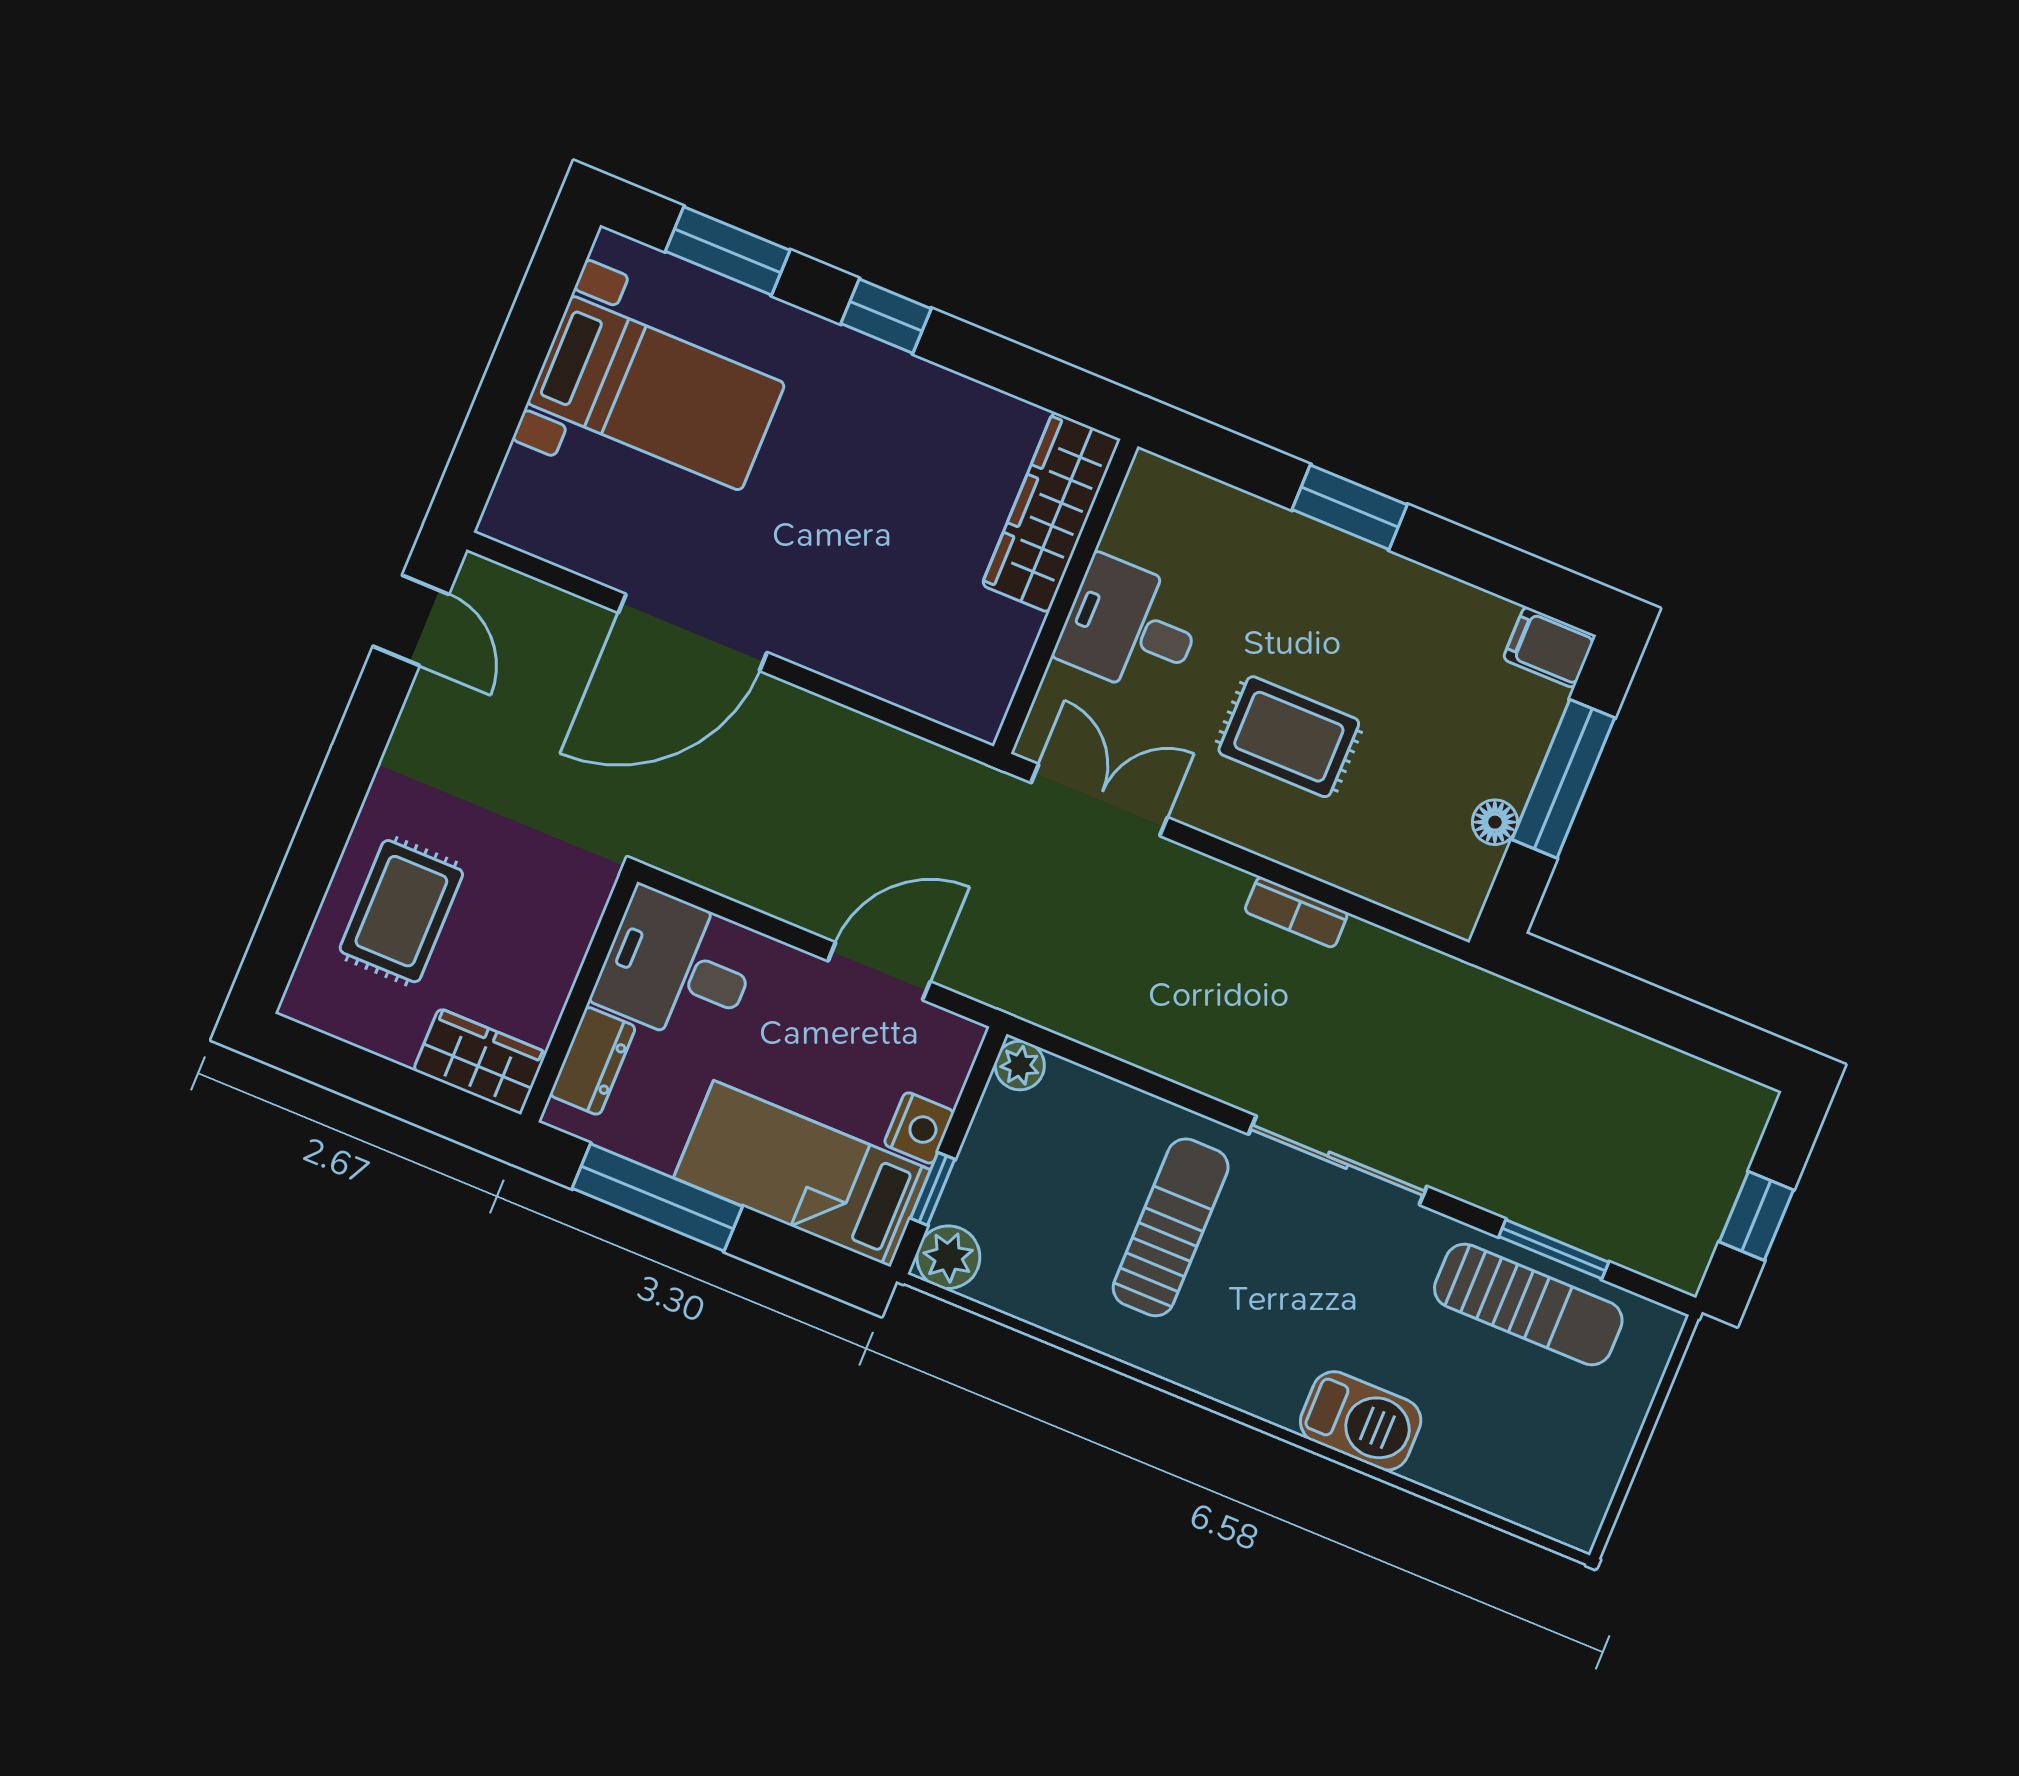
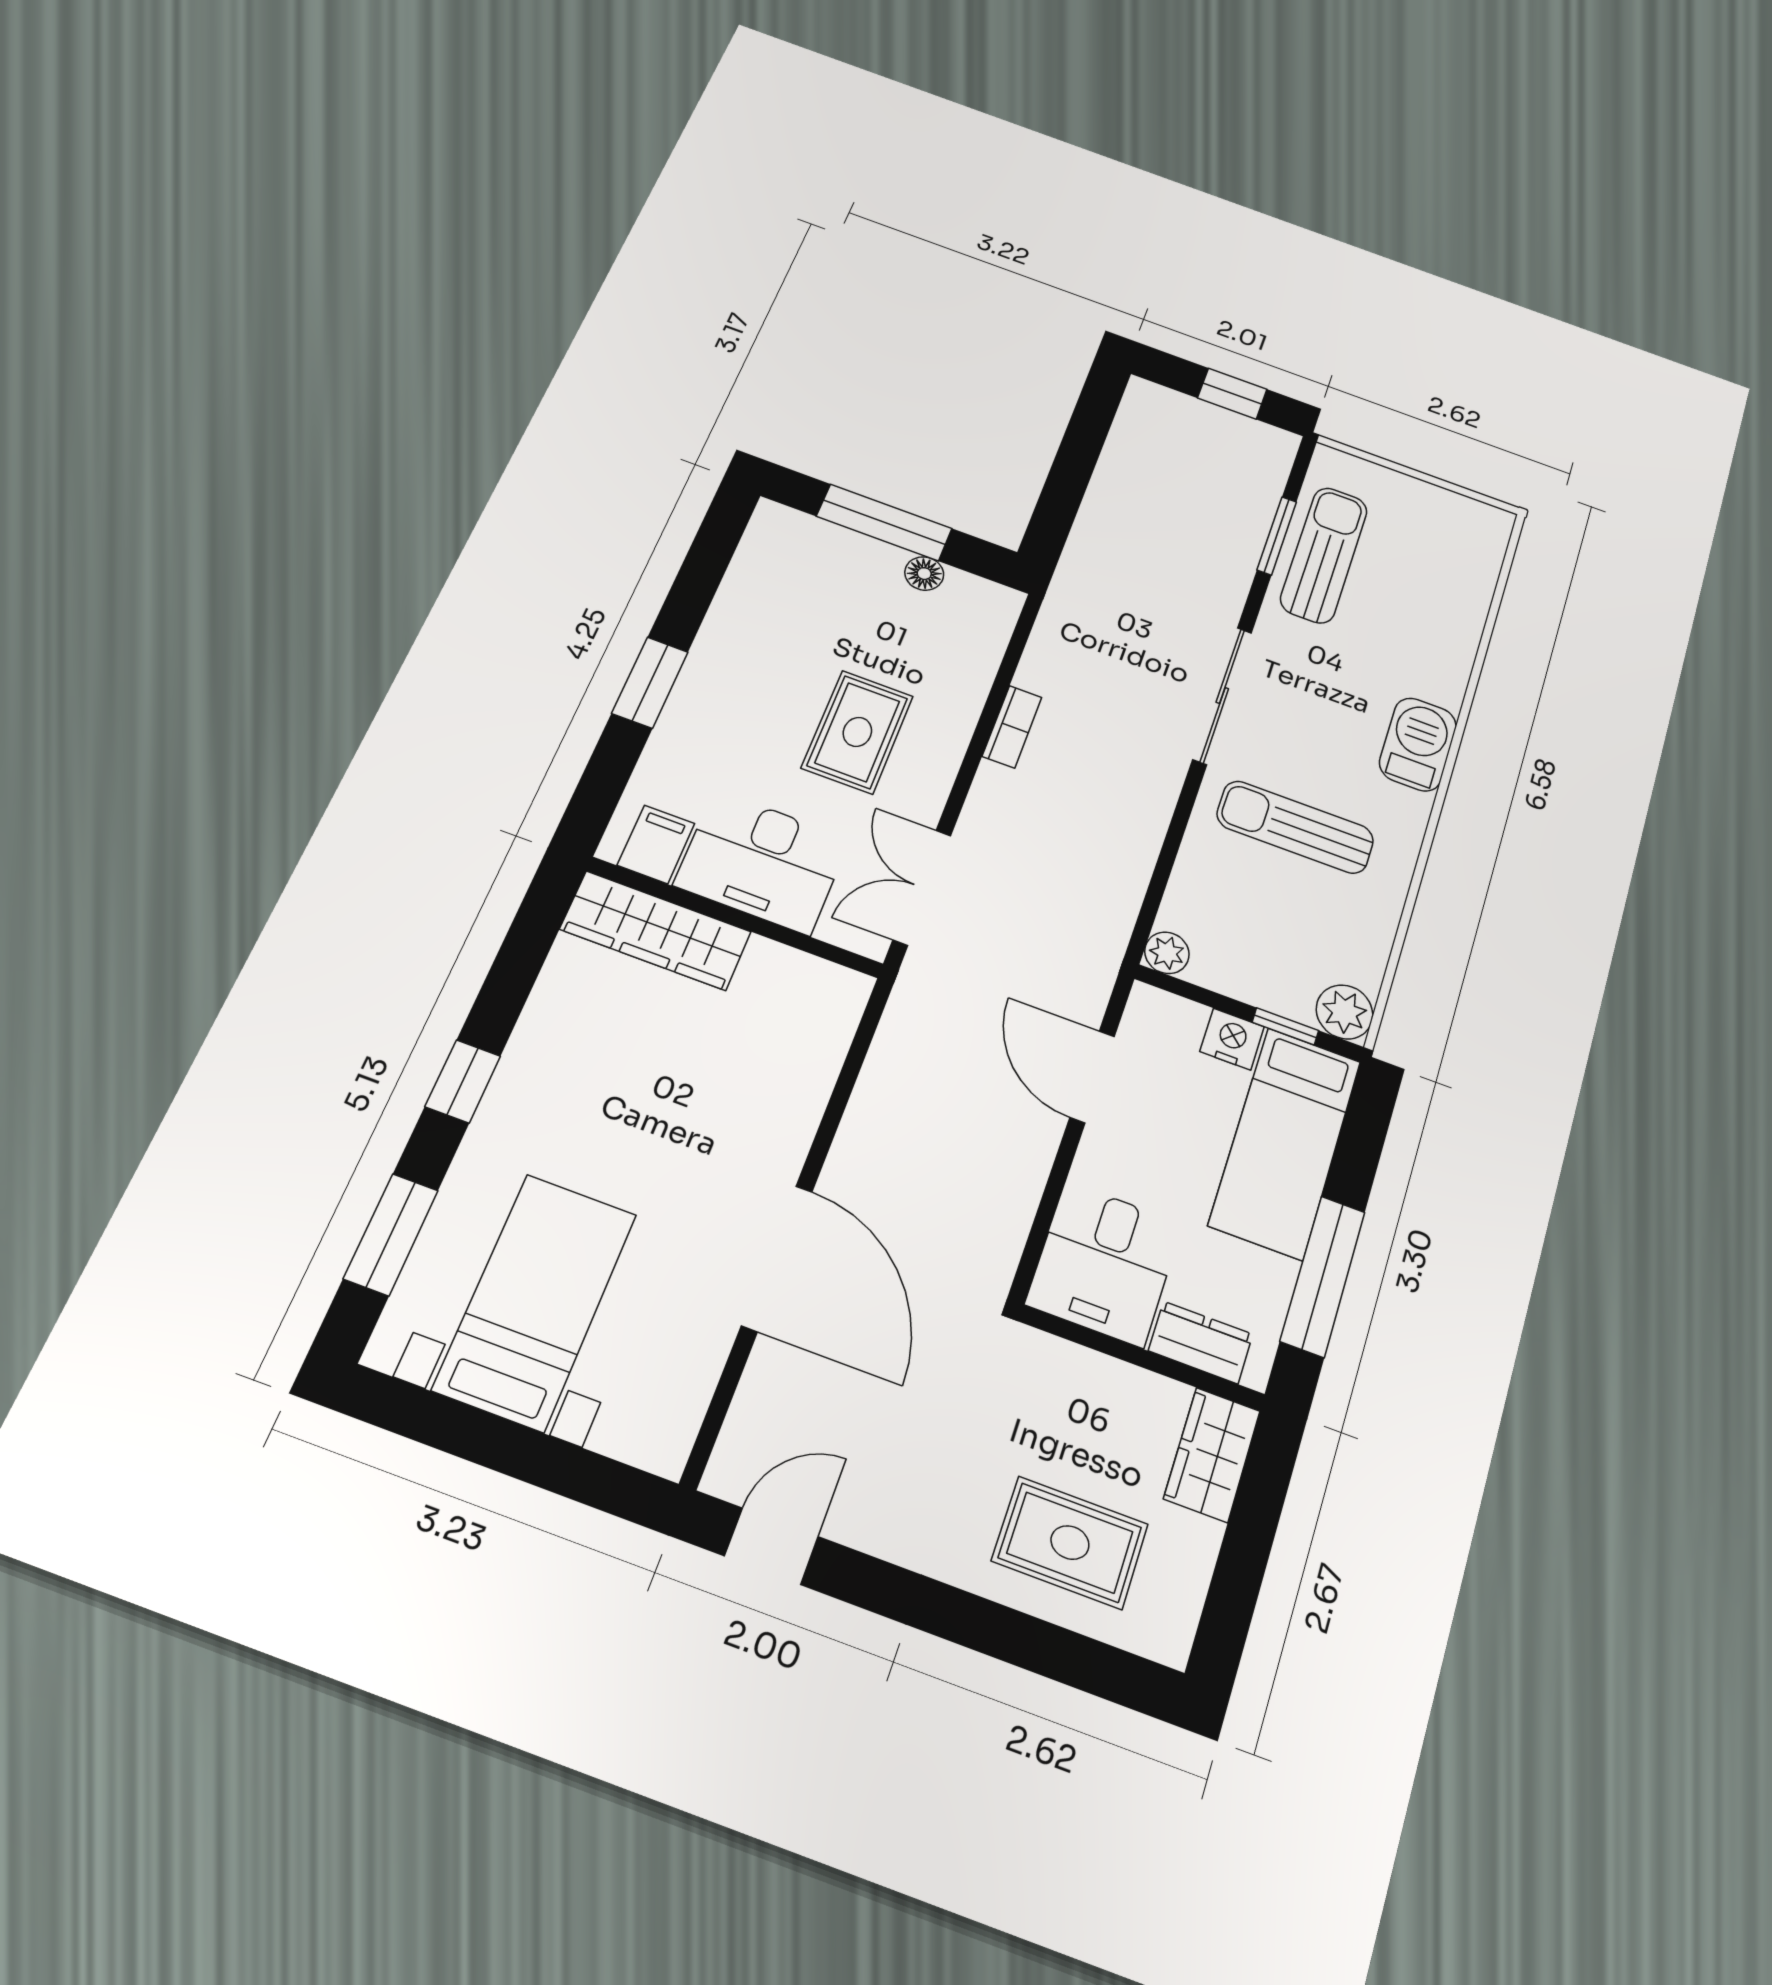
desk: (1130, 627) -> (762, 862), width x1.37
filing cabinet: (1549, 647) -> (656, 844), moved, turned 180
barbecue: (1361, 1421) -> (1418, 744), moved

